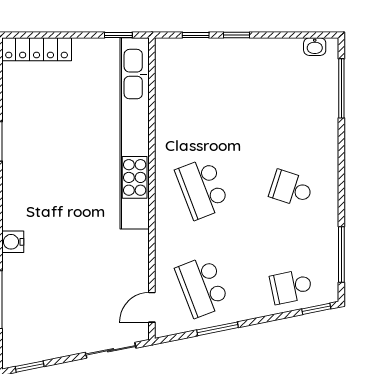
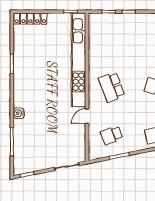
school desk: (202, 287) -> (112, 135), width x0.54
door: (152, 307) -> (87, 116), moved

